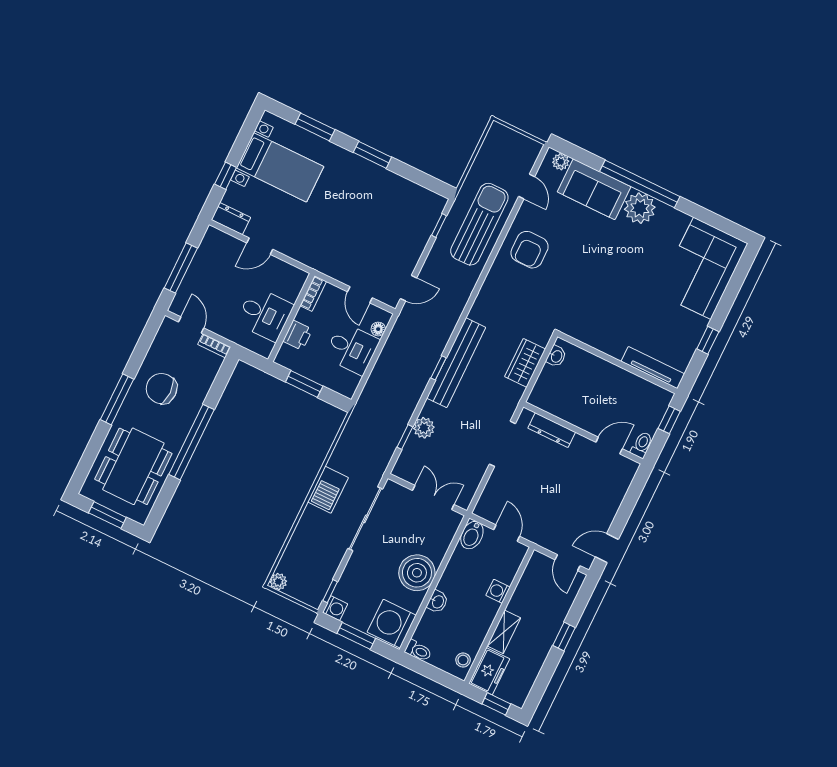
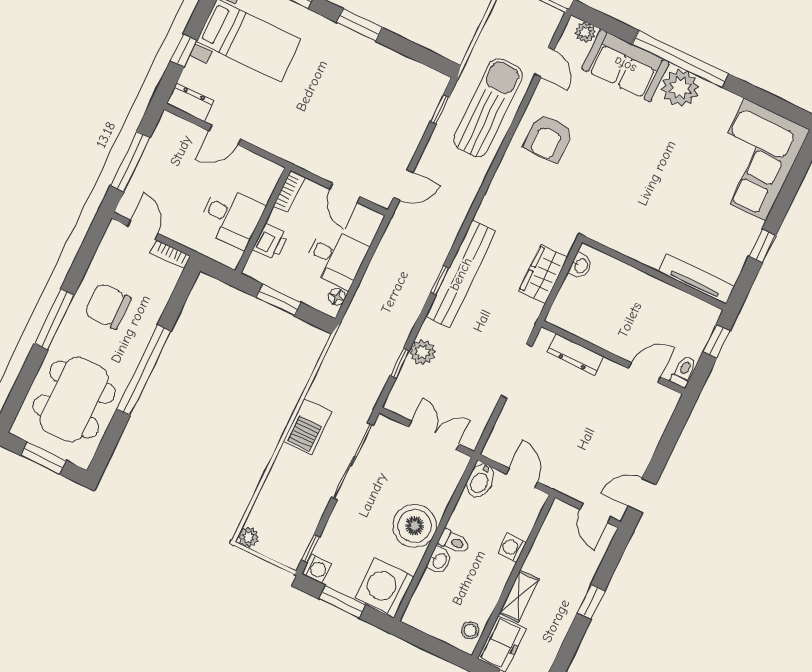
floor lamp: (378, 329) -> (337, 297), moved
toilet: (418, 651) -> (454, 542), moved

